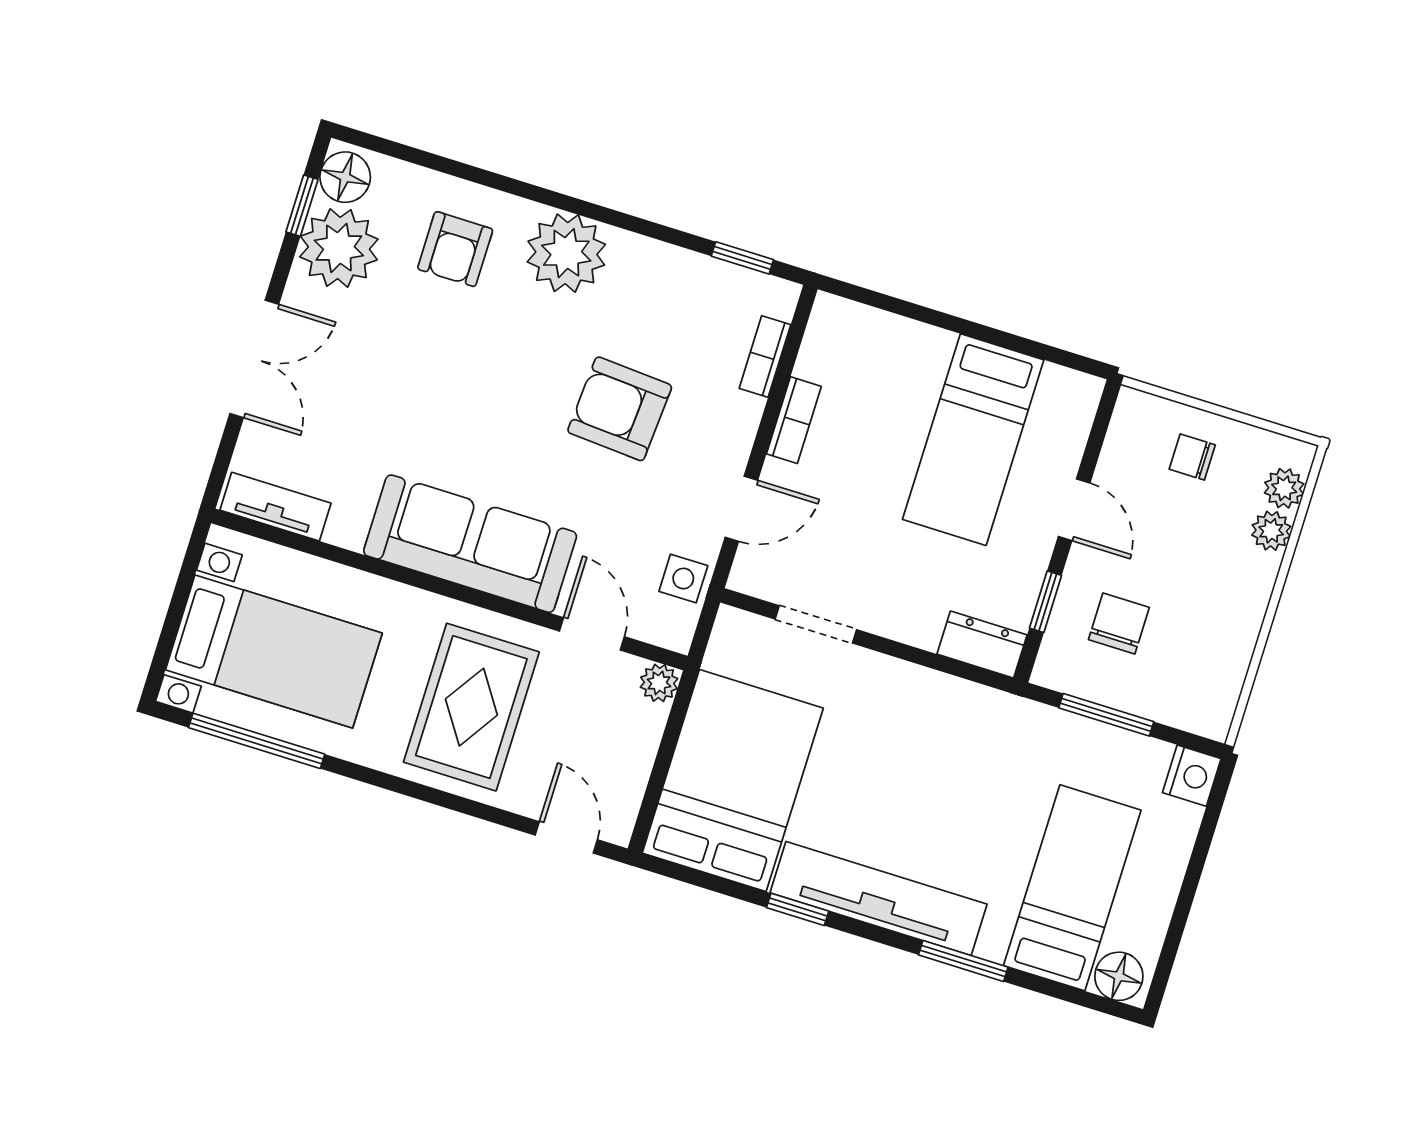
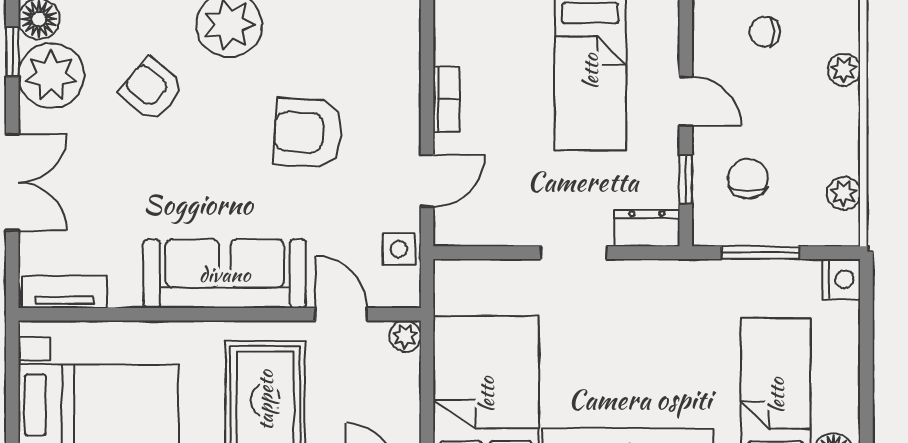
armchair: (455, 249) -> (152, 90), moved, turned 130
bookcase: (765, 357) -> (408, 57), removed
plant: (1284, 488) -> (844, 193), moved
doorway: (816, 624) -> (574, 253), moved

